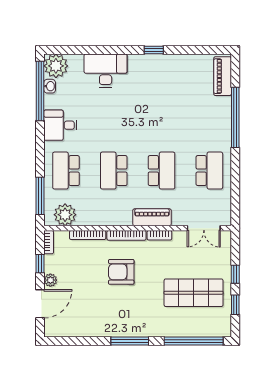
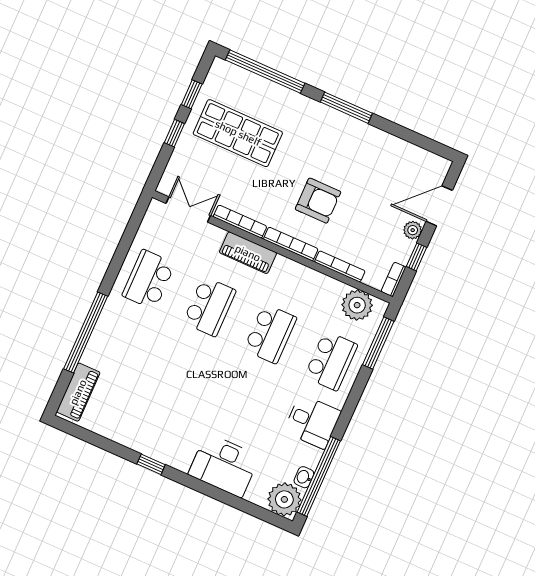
school desk: (162, 171) -> (209, 307), turned 180
bookcase: (159, 235) -> (240, 222), width x1.56

